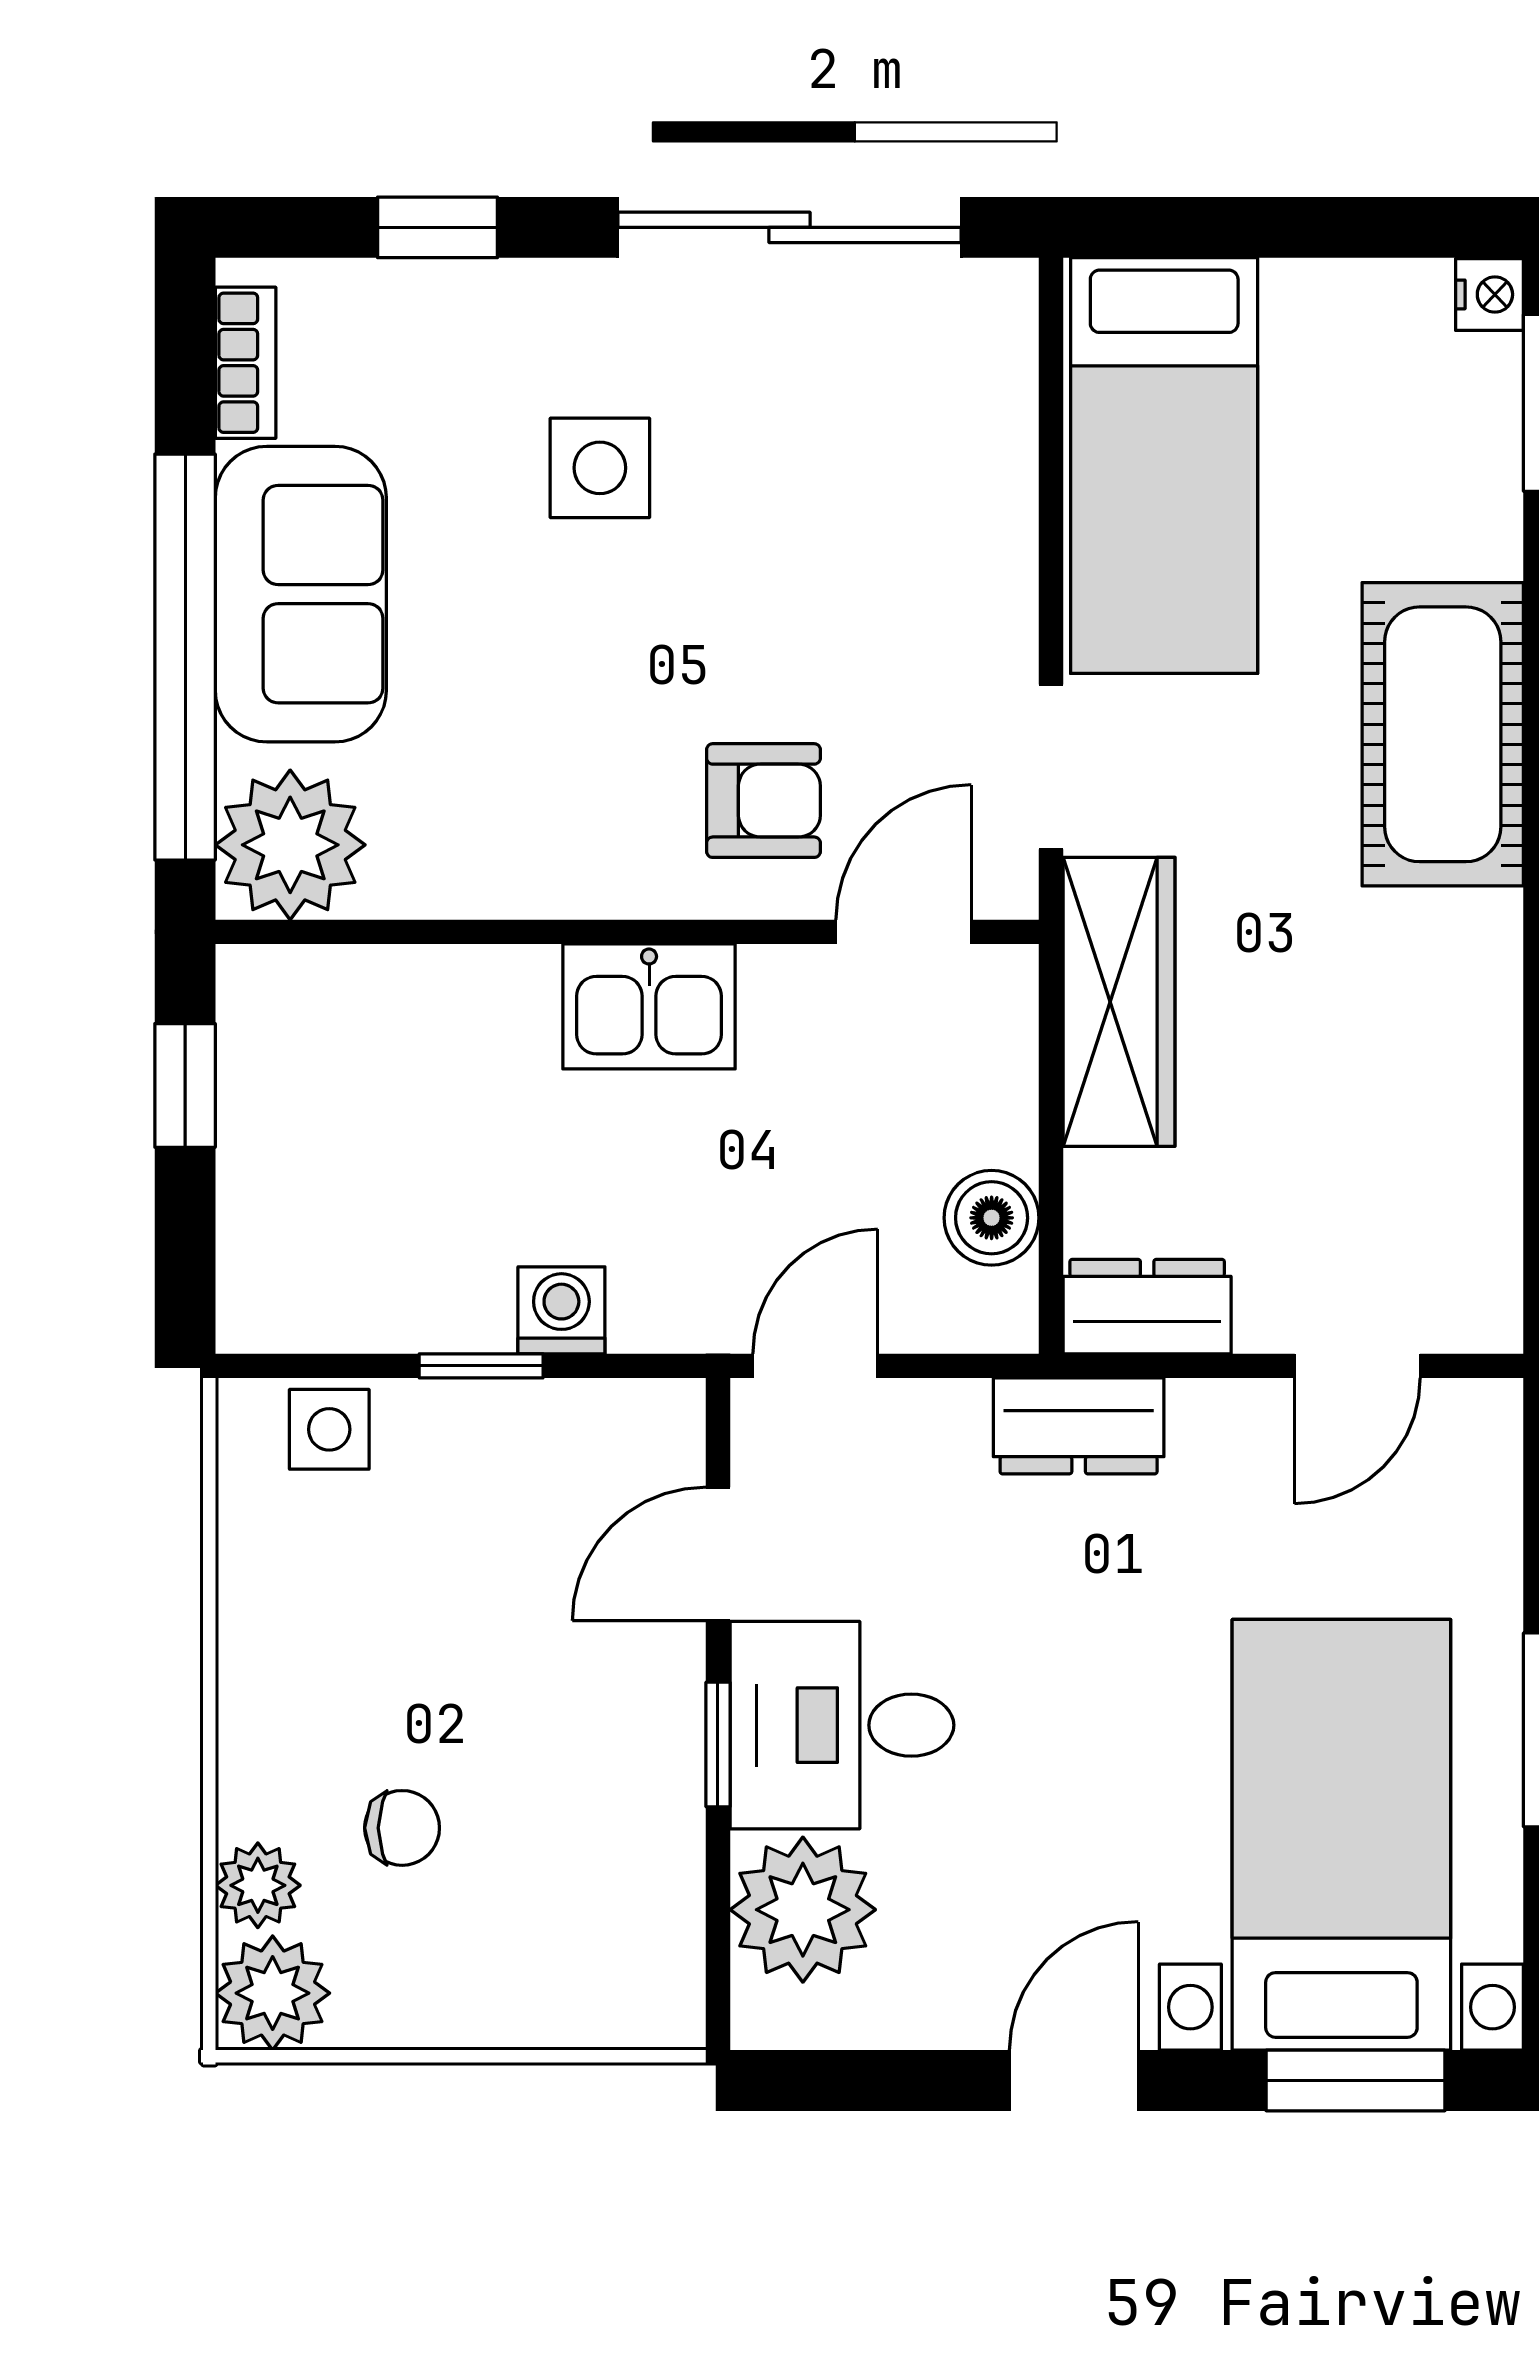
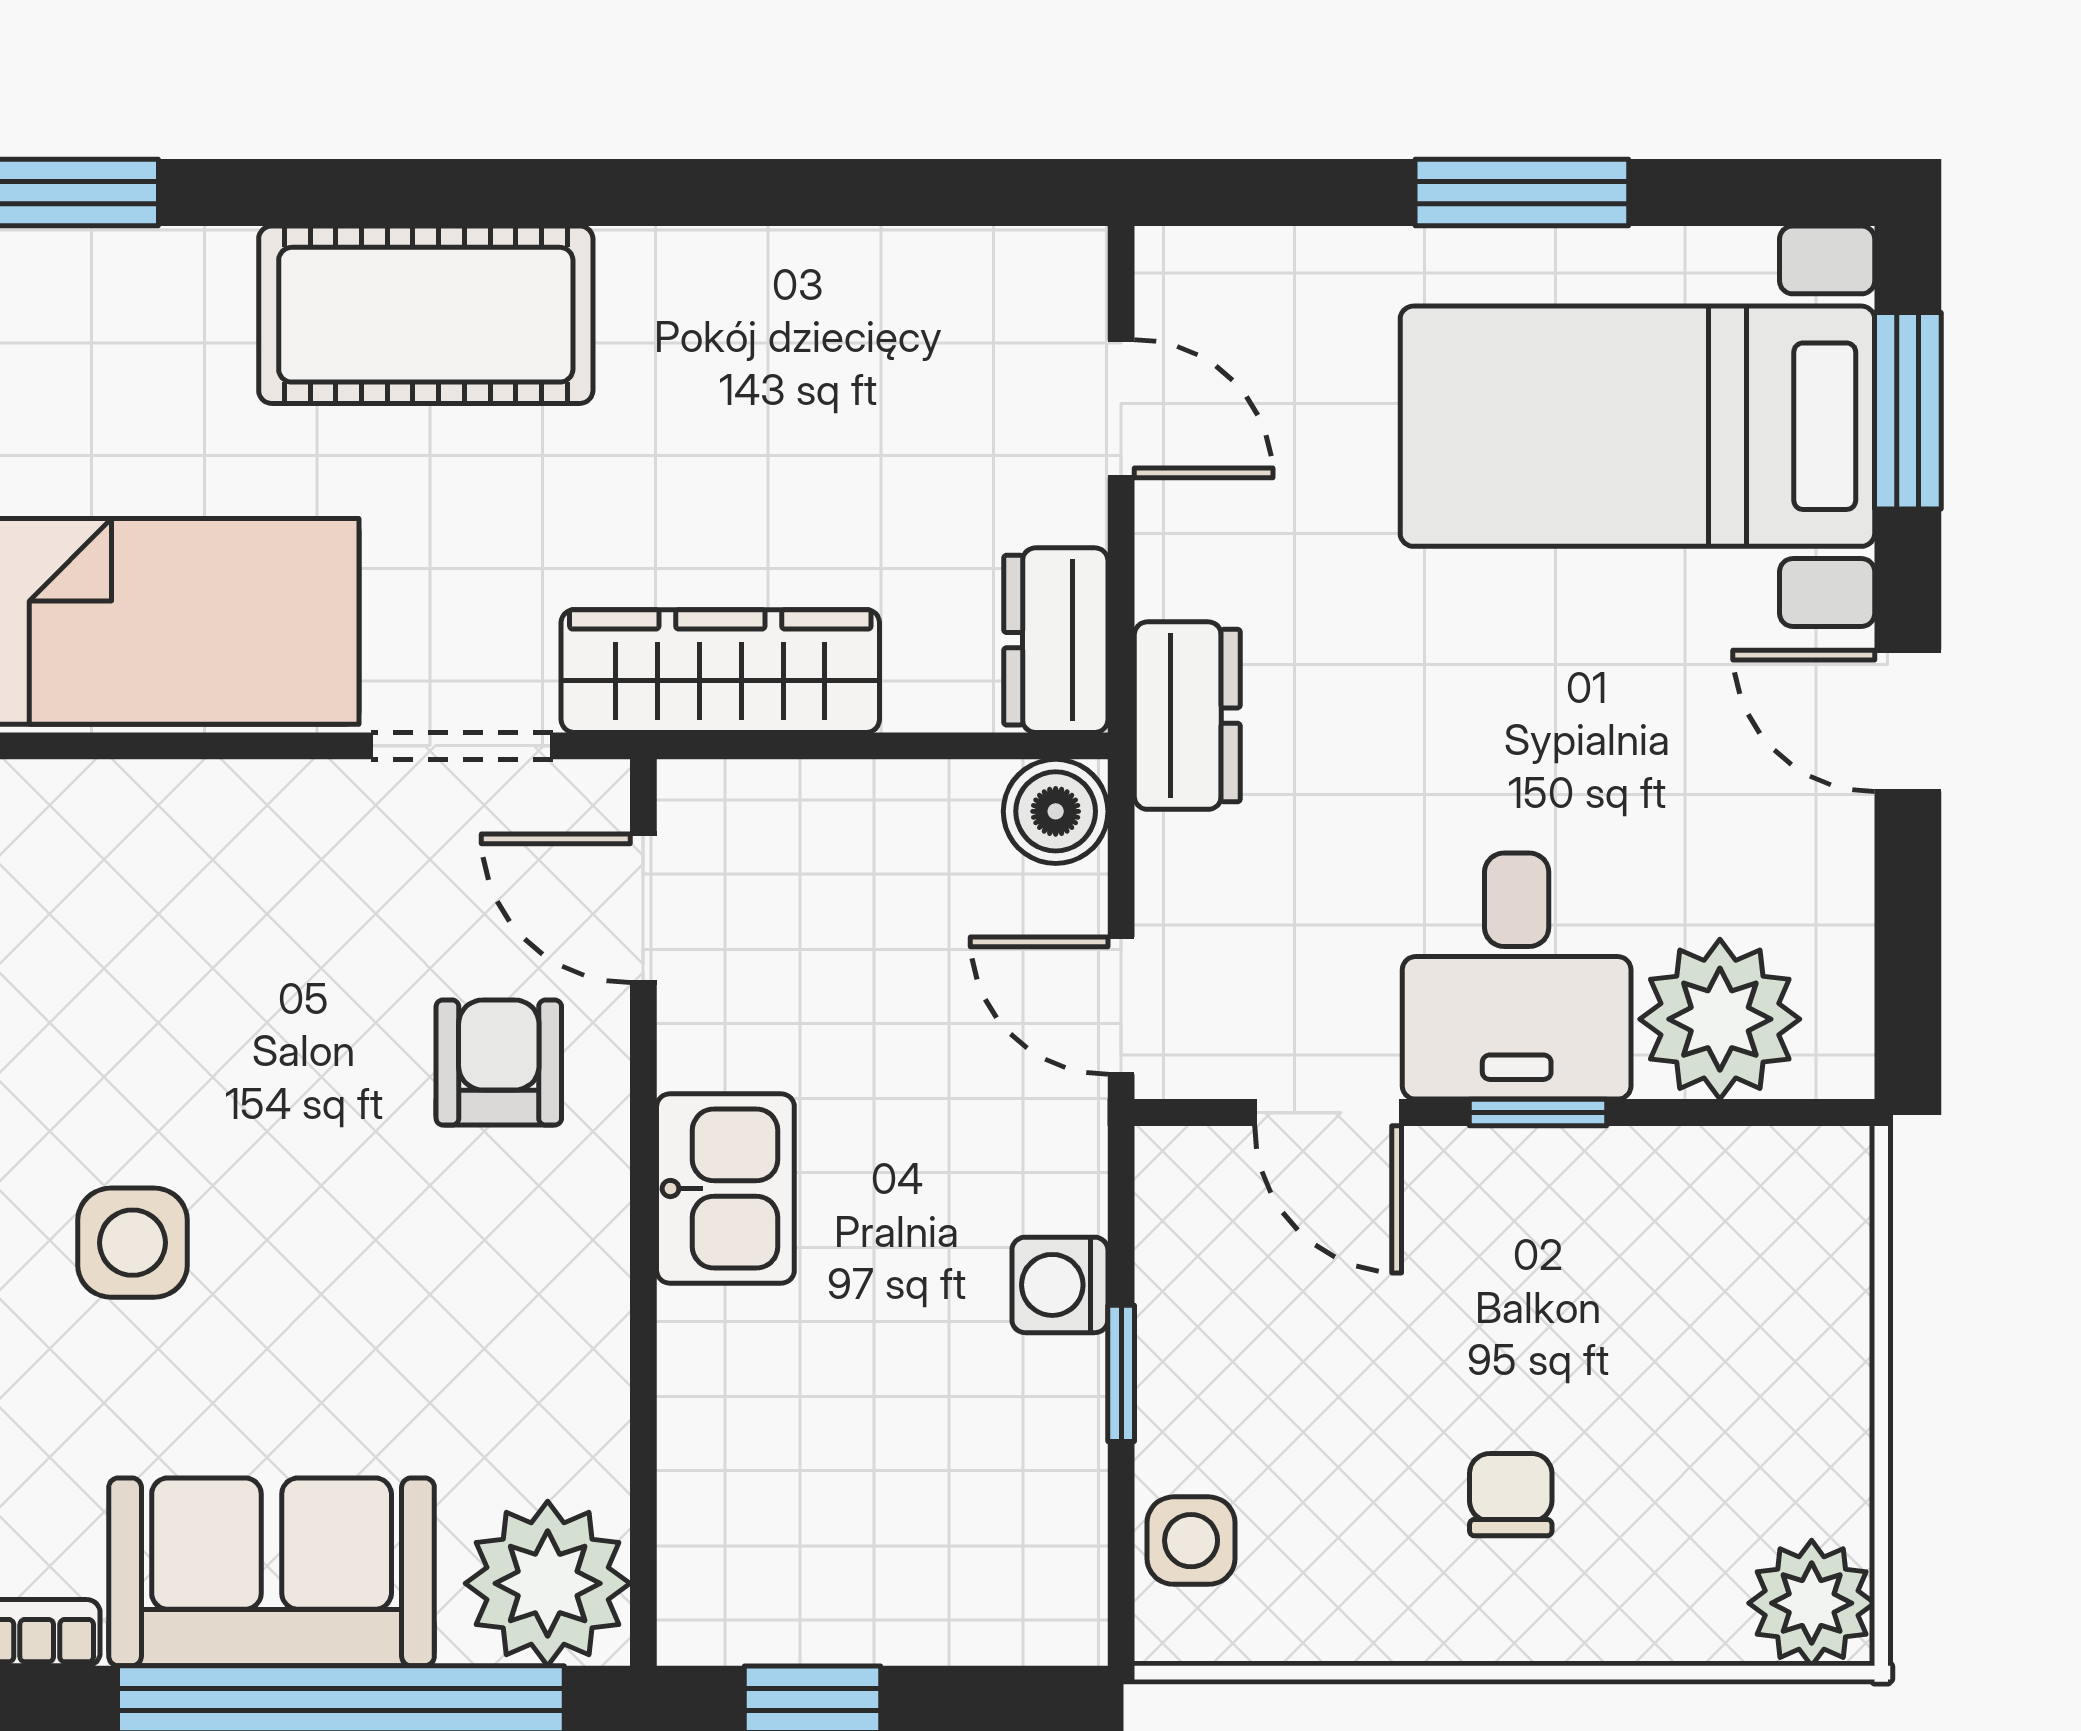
boiler: (992, 1218) -> (1056, 811), moved
chair: (402, 1828) -> (1511, 1495), moved
plant: (258, 1885) -> (1693, 1619), removed

